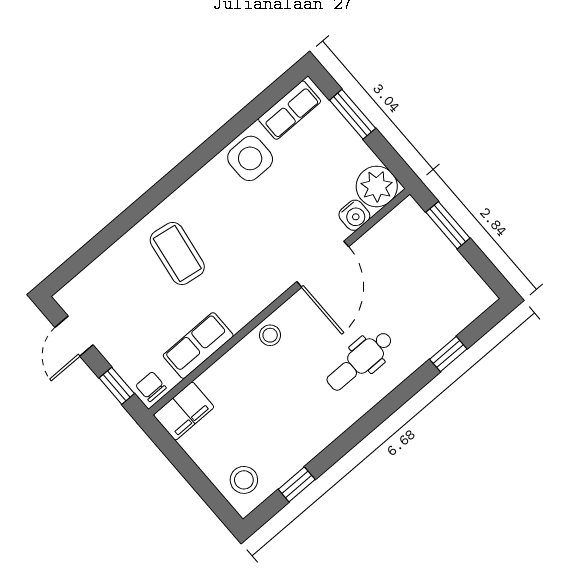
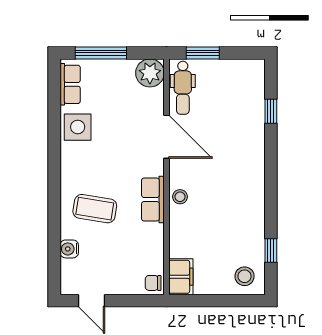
window: (353, 114) -> (101, 53), width x1.44
water cooler: (354, 215) -> (69, 249), moved, turned 180
row of seats: (198, 346) -> (153, 200), moved
dental chair: (360, 361) -> (183, 88), moved
window: (117, 386) -> (137, 301), removed

